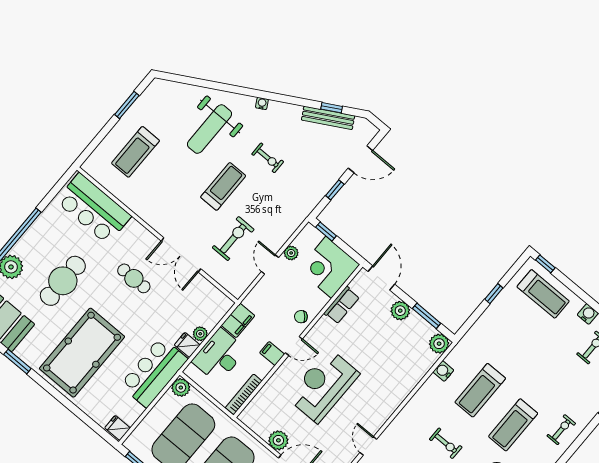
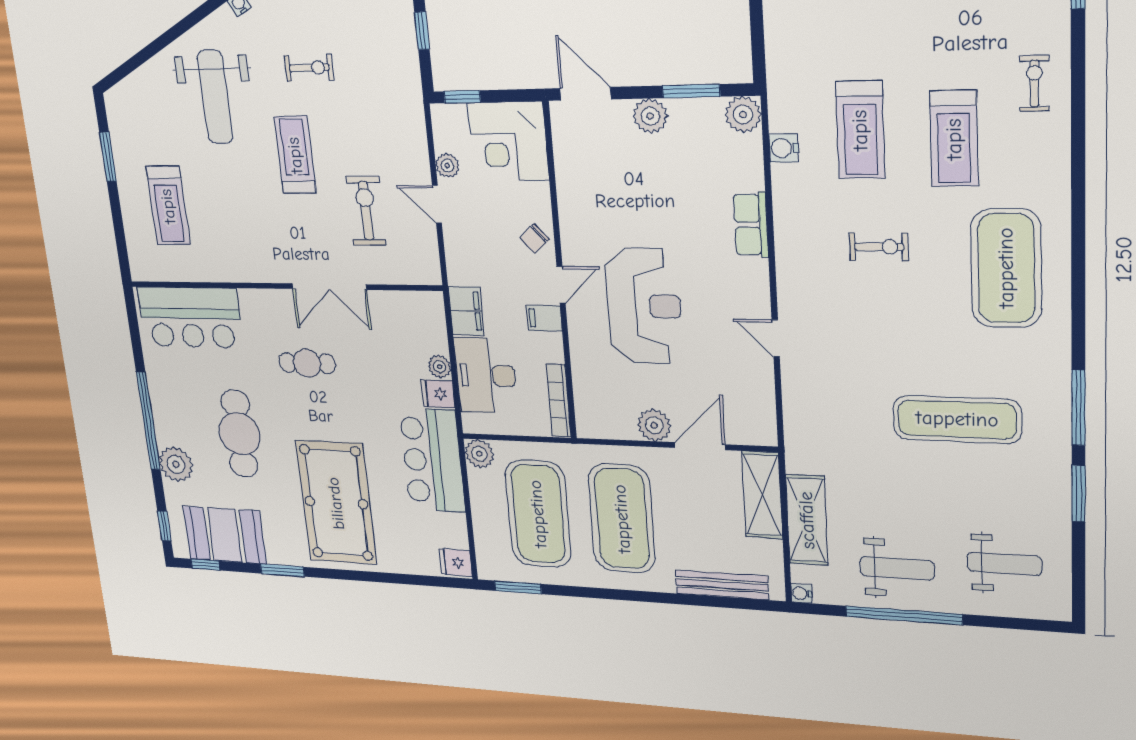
row of seats: (342, 305) -> (751, 225), moved, turned 180
reception desk: (323, 386) -> (644, 306), turned 180

